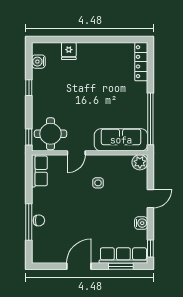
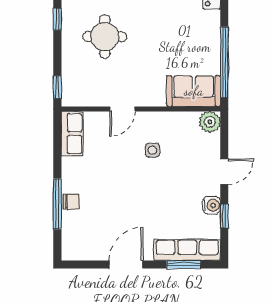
round table: (51, 134) -> (105, 37), moved
sofa: (121, 140) -> (194, 91), width x0.73
window: (150, 249) -> (224, 216), moved

